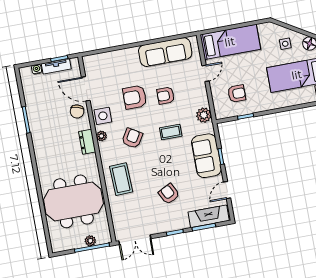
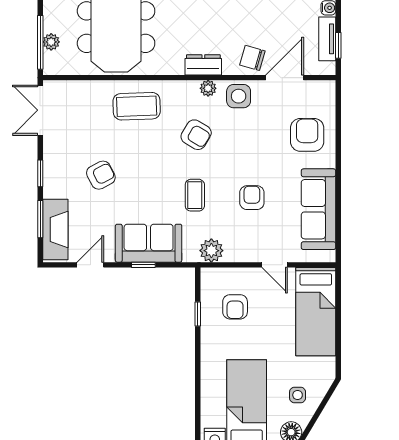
armchair: (135, 97) -> (307, 135), moved
door: (227, 190) -> (90, 265), hinge flipped

